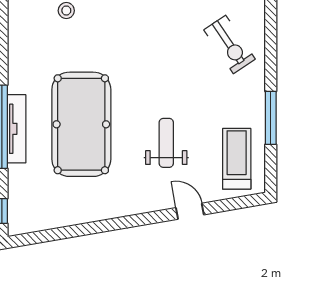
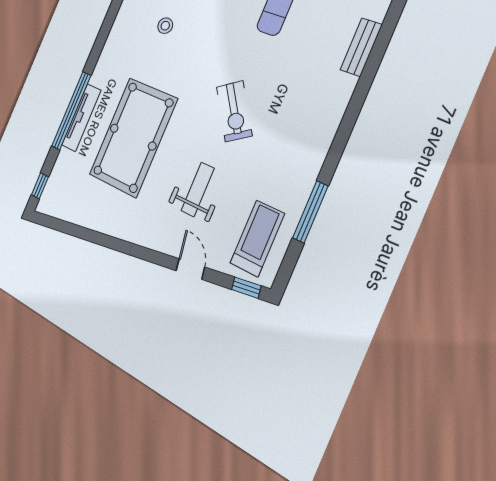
exercise bike: (230, 44) -> (234, 111), moved
window: (245, 202) -> (246, 288), added

